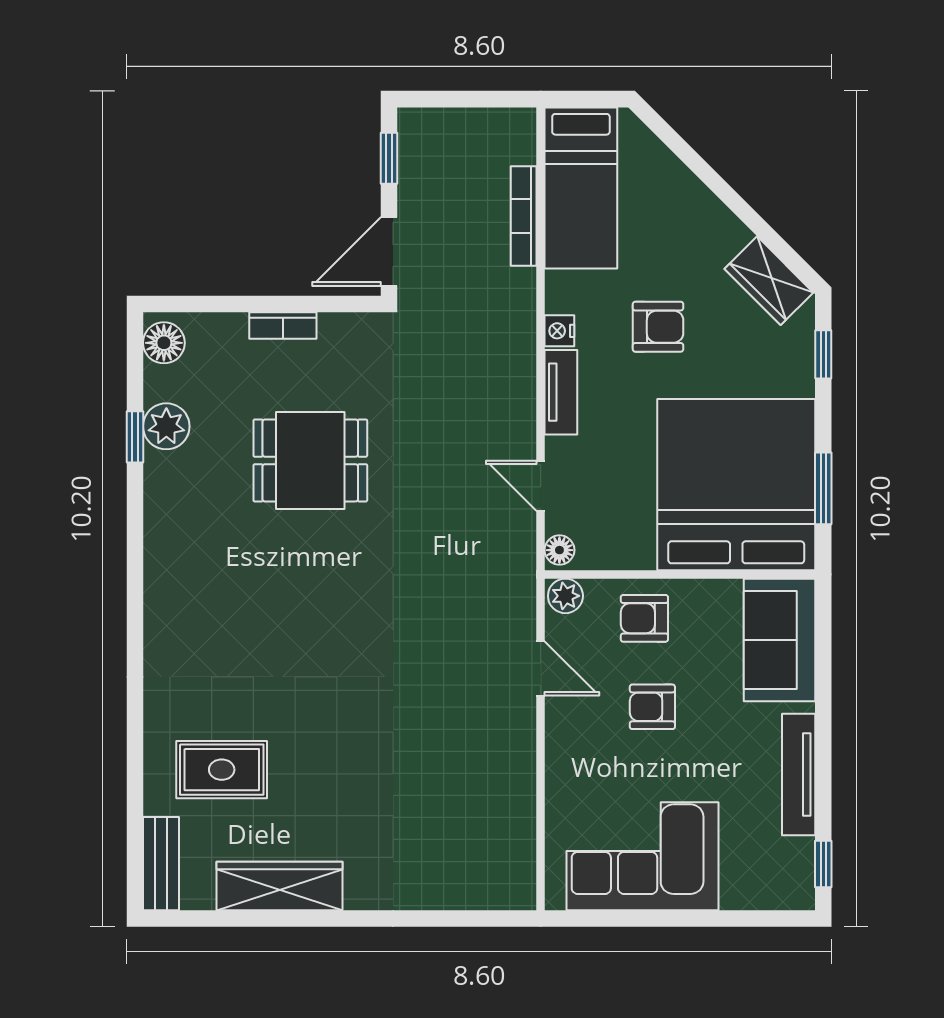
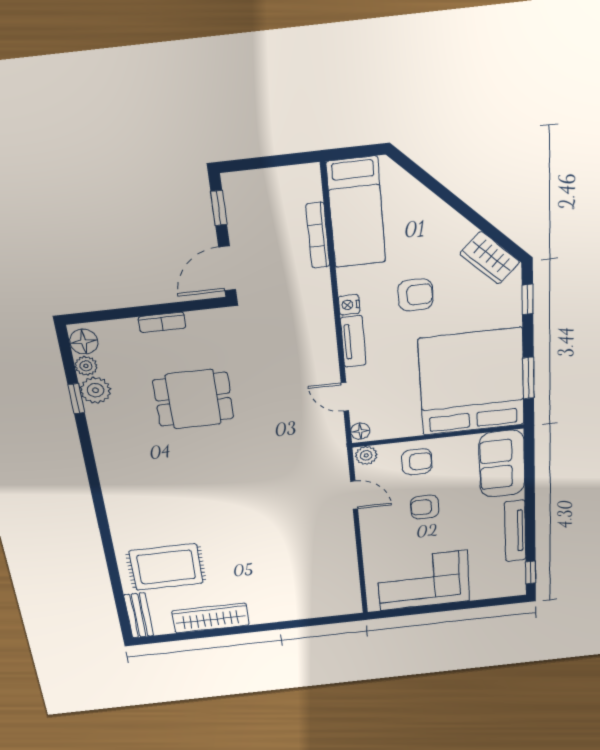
plant: (160, 383) -> (86, 366), added
armchair: (644, 618) -> (417, 462), turned 180
rug: (222, 770) -> (166, 567), width x1.36, depth x1.43

